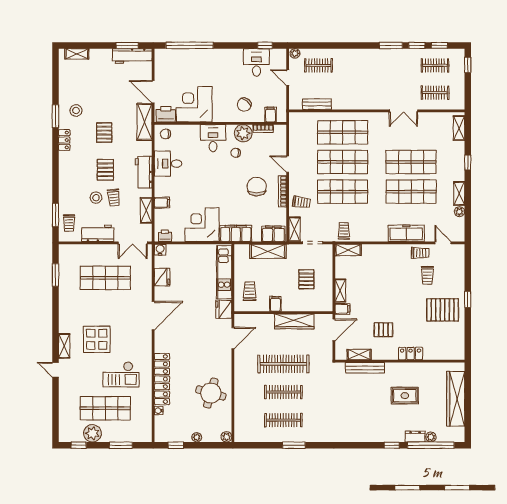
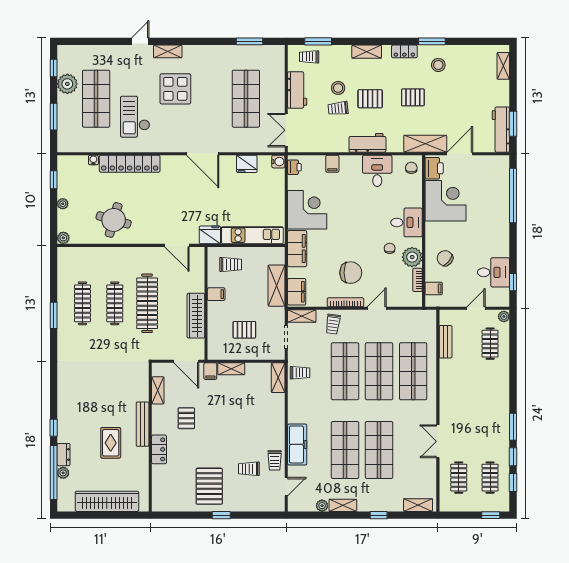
shelving: (146, 210) -> (367, 52), moved
bench: (365, 368) -> (143, 424), moved

